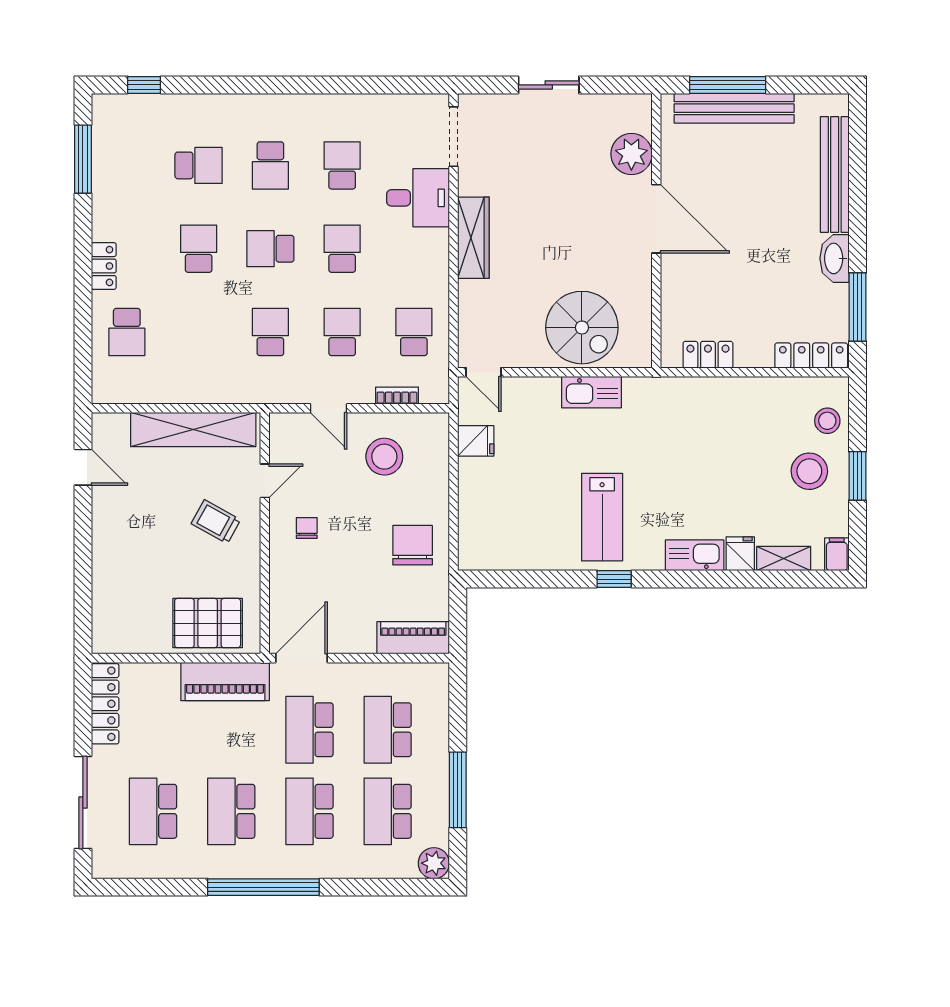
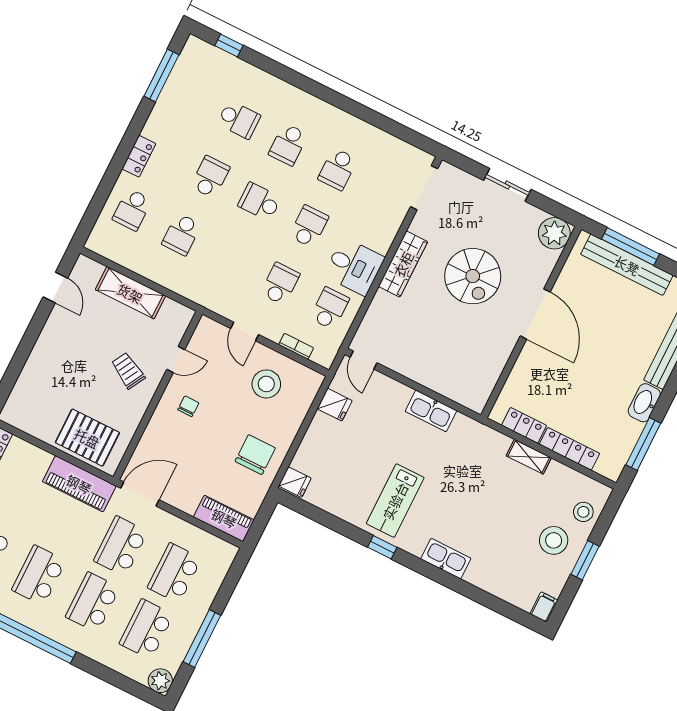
plant: (631, 154) -> (554, 233), moved
school desk: (342, 165) -> (338, 169), turned 180
desk: (418, 198) -> (354, 267), moved
spiral stairs: (582, 328) -> (473, 276), moved
school desk: (270, 332) -> (181, 234), moved, turned 180
locker: (811, 356) -> (569, 449), moved
shelving: (193, 430) -> (130, 293), width x0.68
fridge: (740, 554) -> (295, 482), moved, turned 90
shelving: (784, 559) -> (529, 457), moved

